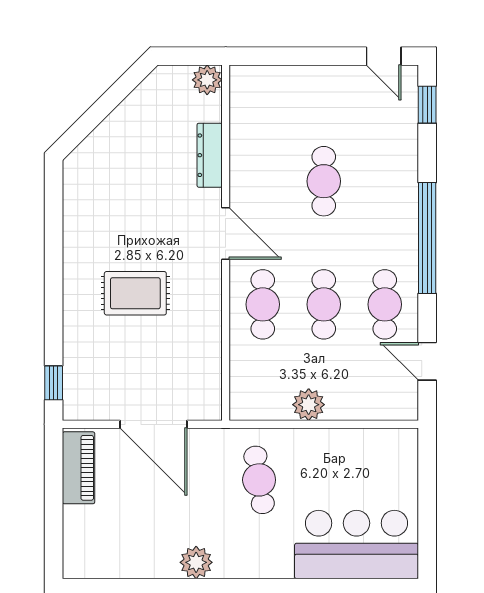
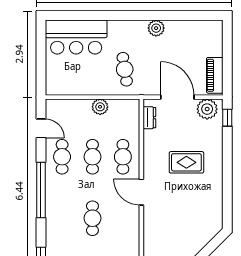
dresser: (210, 155) -> (149, 118), moved, width x0.70
plant: (94, 400) -> (207, 109), added

